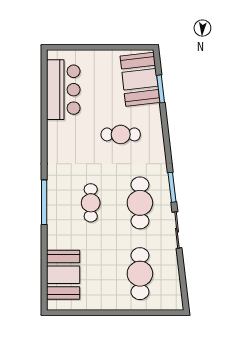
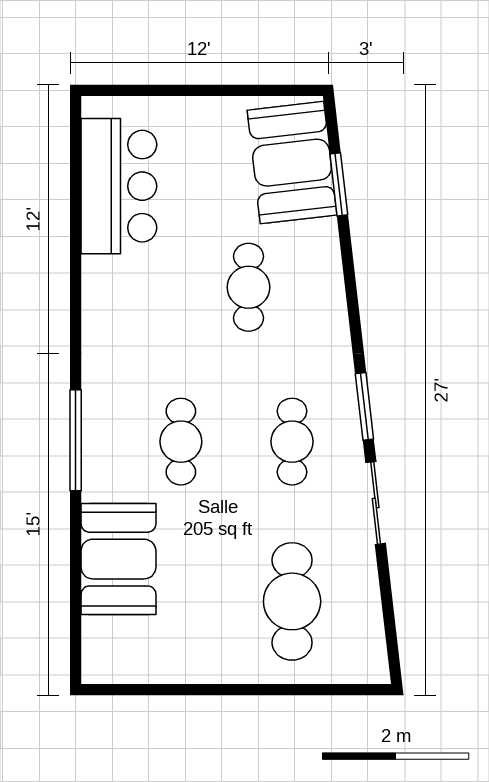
cafe table: (121, 134) -> (249, 287), turned 90
cafe table: (140, 203) -> (292, 442), width x0.73, depth x0.74
booth: (63, 275) -> (118, 559), moved

